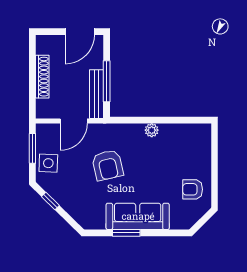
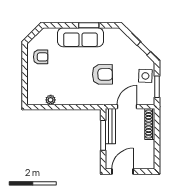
shoe rack: (42, 77) -> (150, 124), moved
plant: (152, 130) -> (51, 100), moved
armchair: (108, 165) -> (102, 74), turned 102

